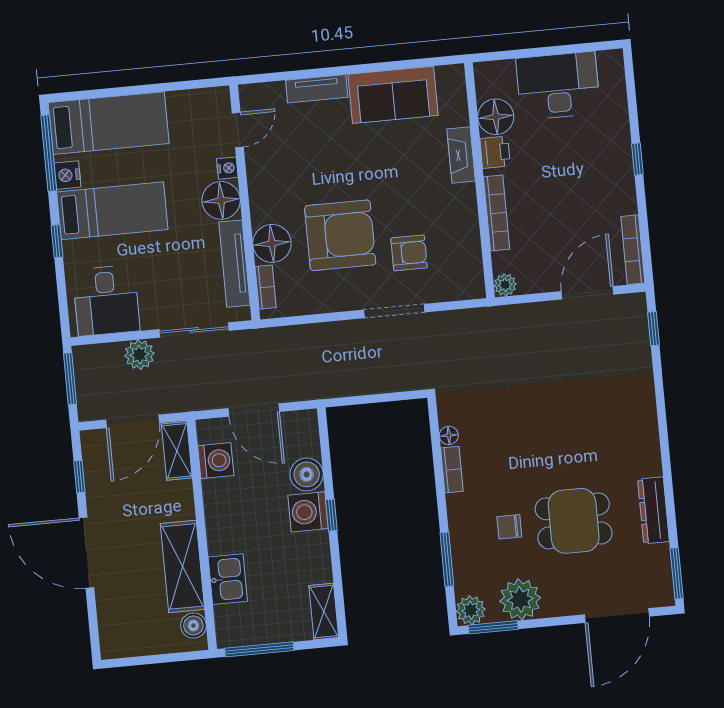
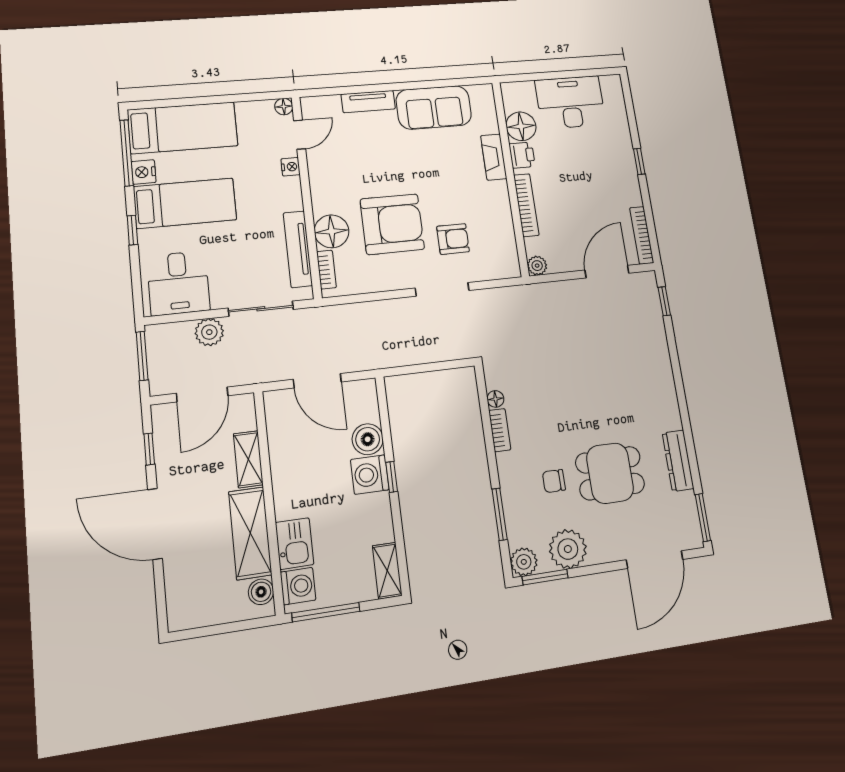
floor lamp: (221, 200) -> (284, 107), moved, width x0.53, depth x0.53
shelving: (177, 451) -> (248, 459), moved
washing machine: (216, 461) -> (298, 586), moved

